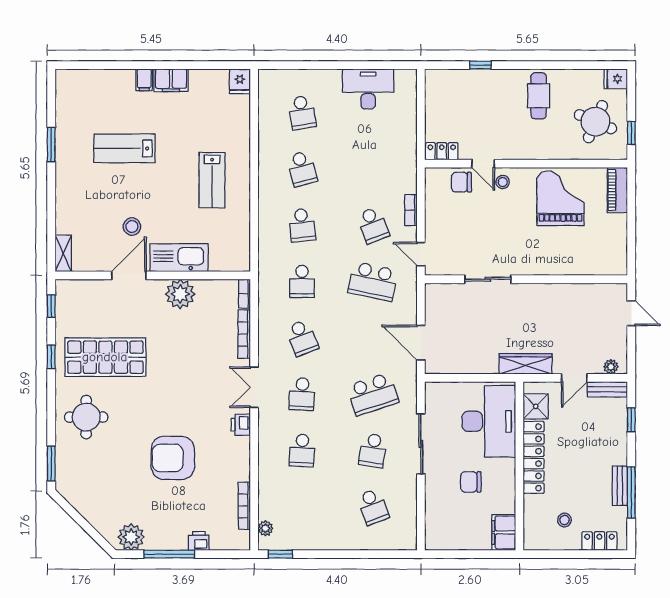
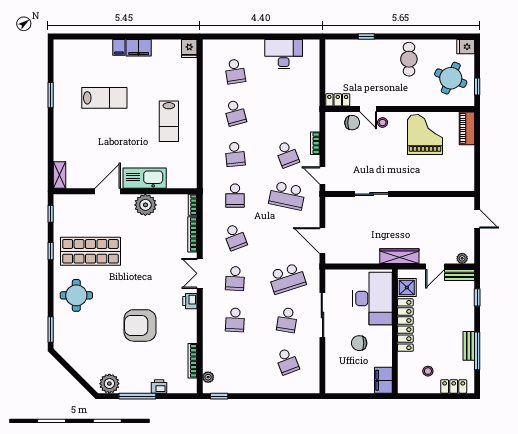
lab bench: (124, 148) -> (104, 98), turned 180
chair: (461, 182) -> (352, 123), turned 180
stool: (132, 227) -> (110, 155), removed

